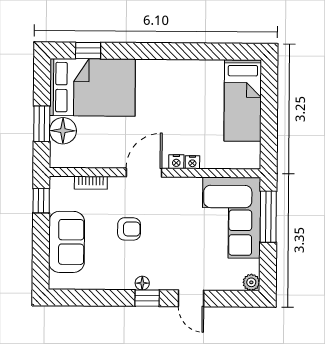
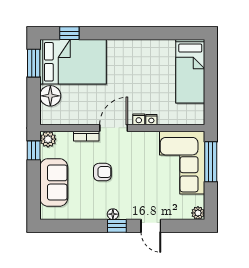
window: (42, 124) -> (34, 63), moved
bookcase: (91, 183) -> (86, 136), moved
plant: (60, 186) -> (48, 139), added

